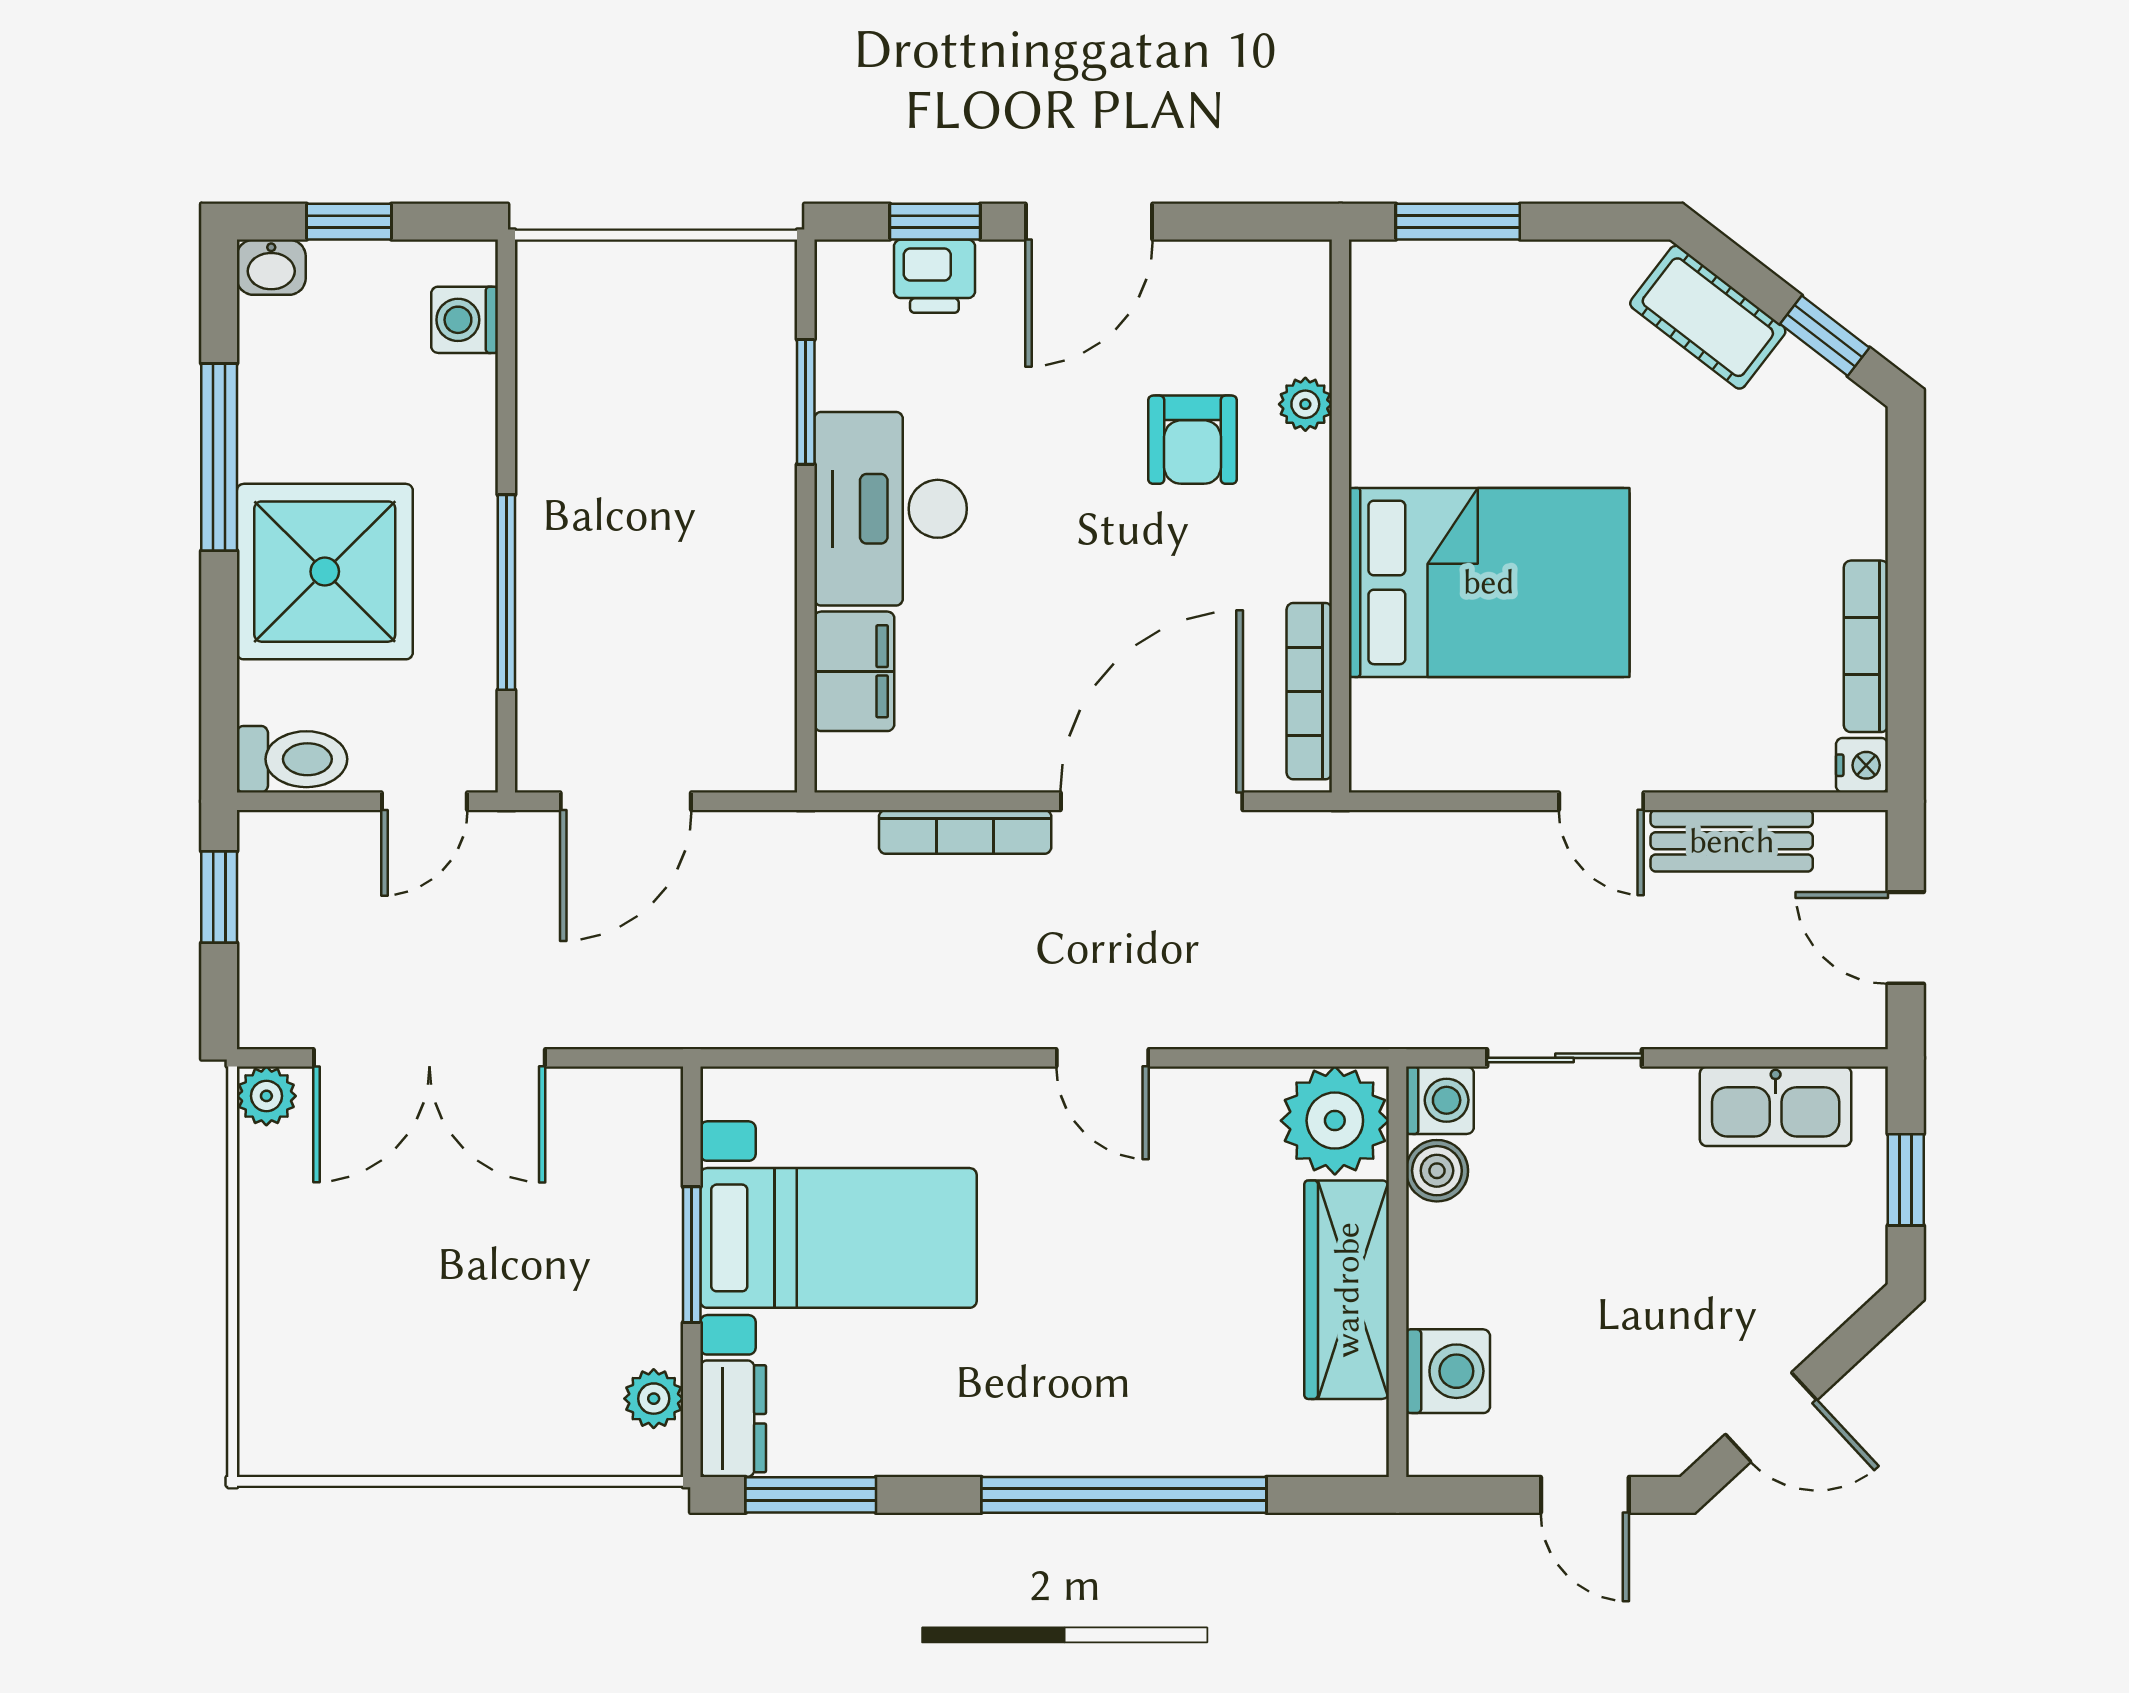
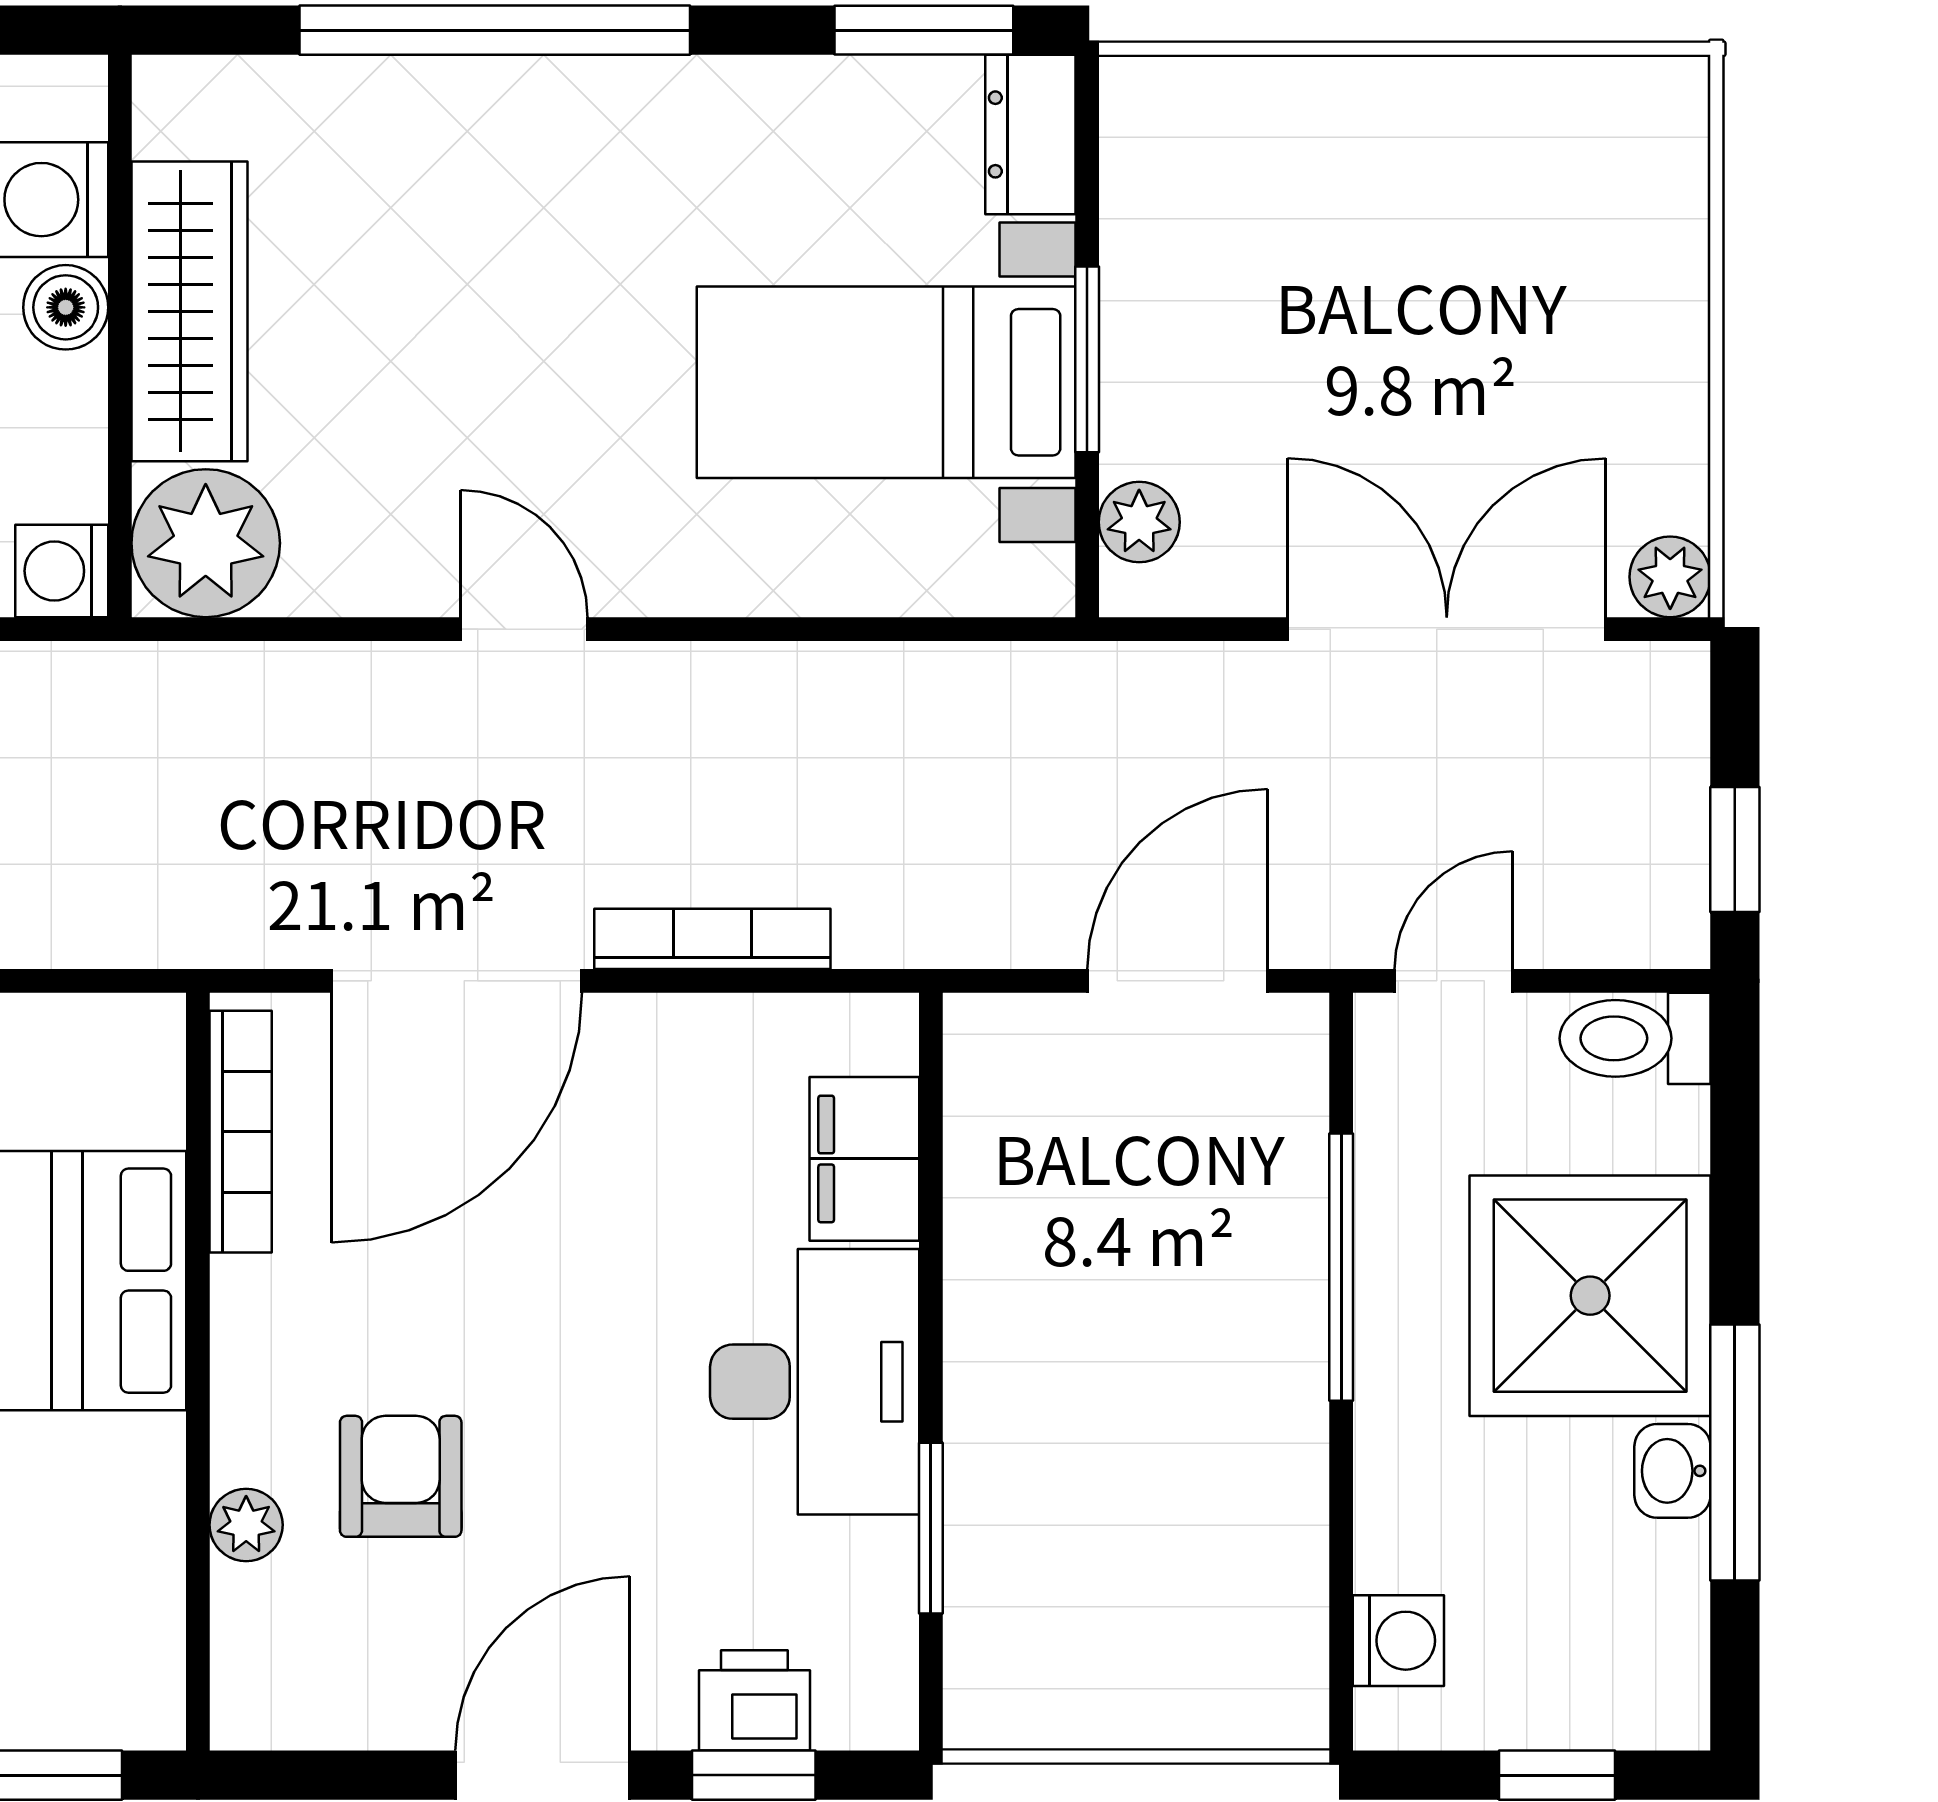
washbasin: (271, 267) -> (1672, 1471), moved, turned -90
boiler: (1437, 1171) -> (66, 307), moved
plant: (654, 1399) -> (1139, 522), moved

